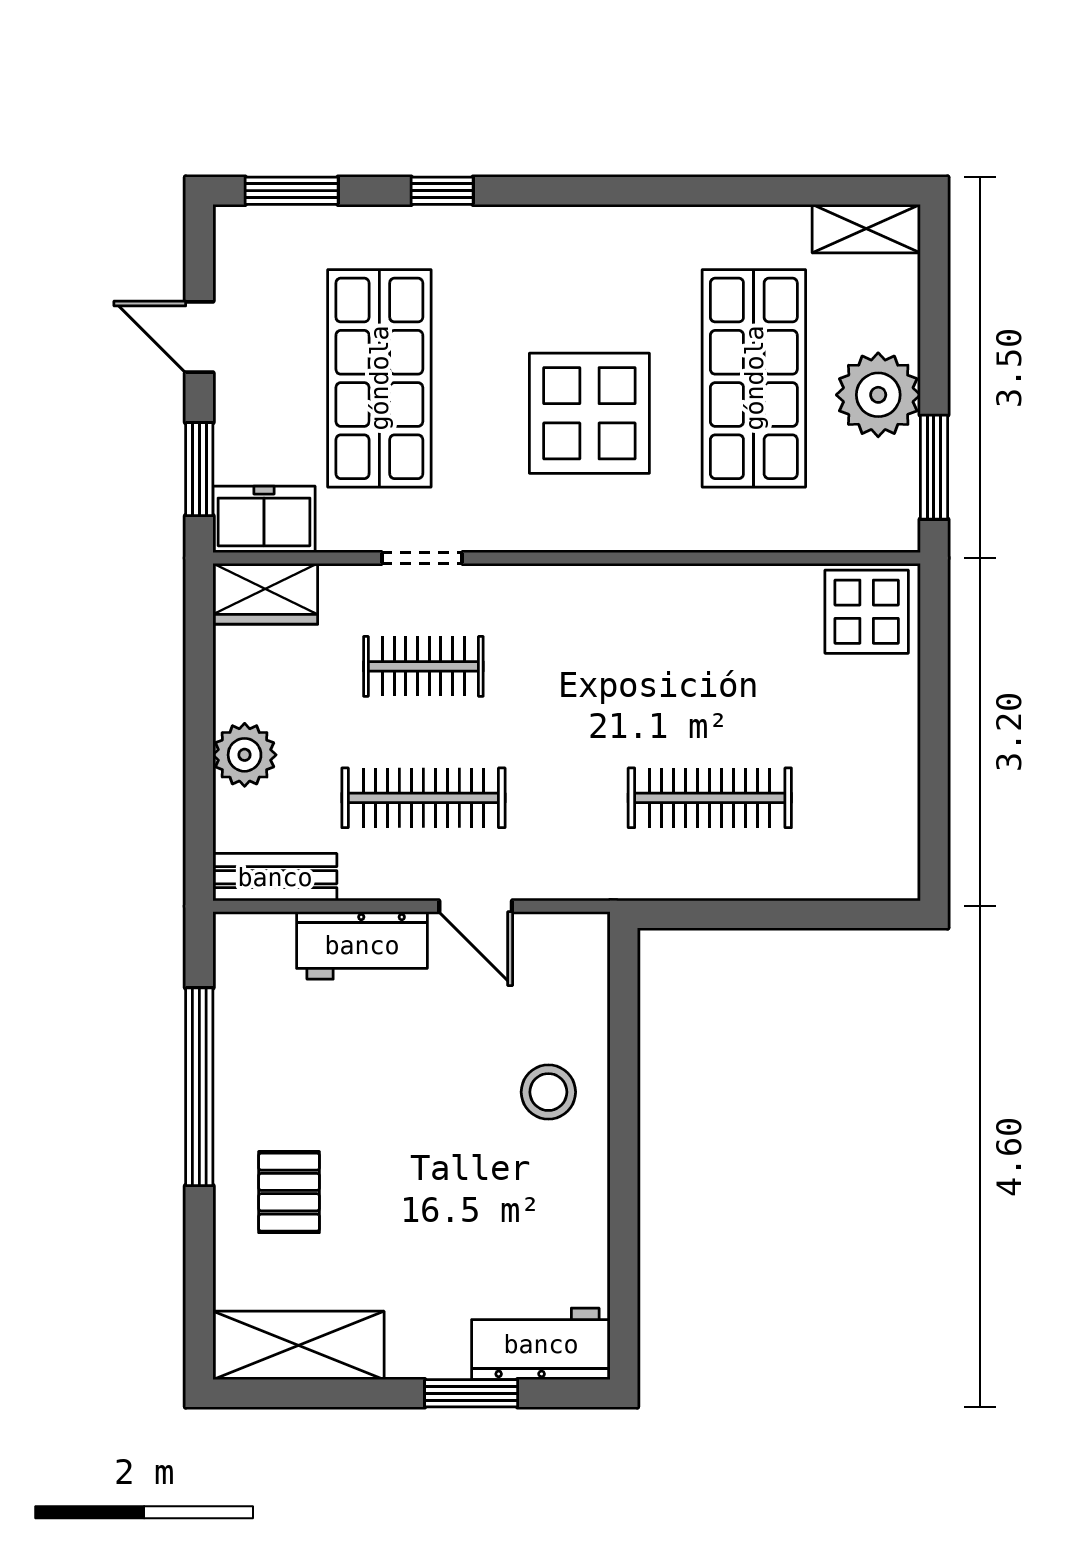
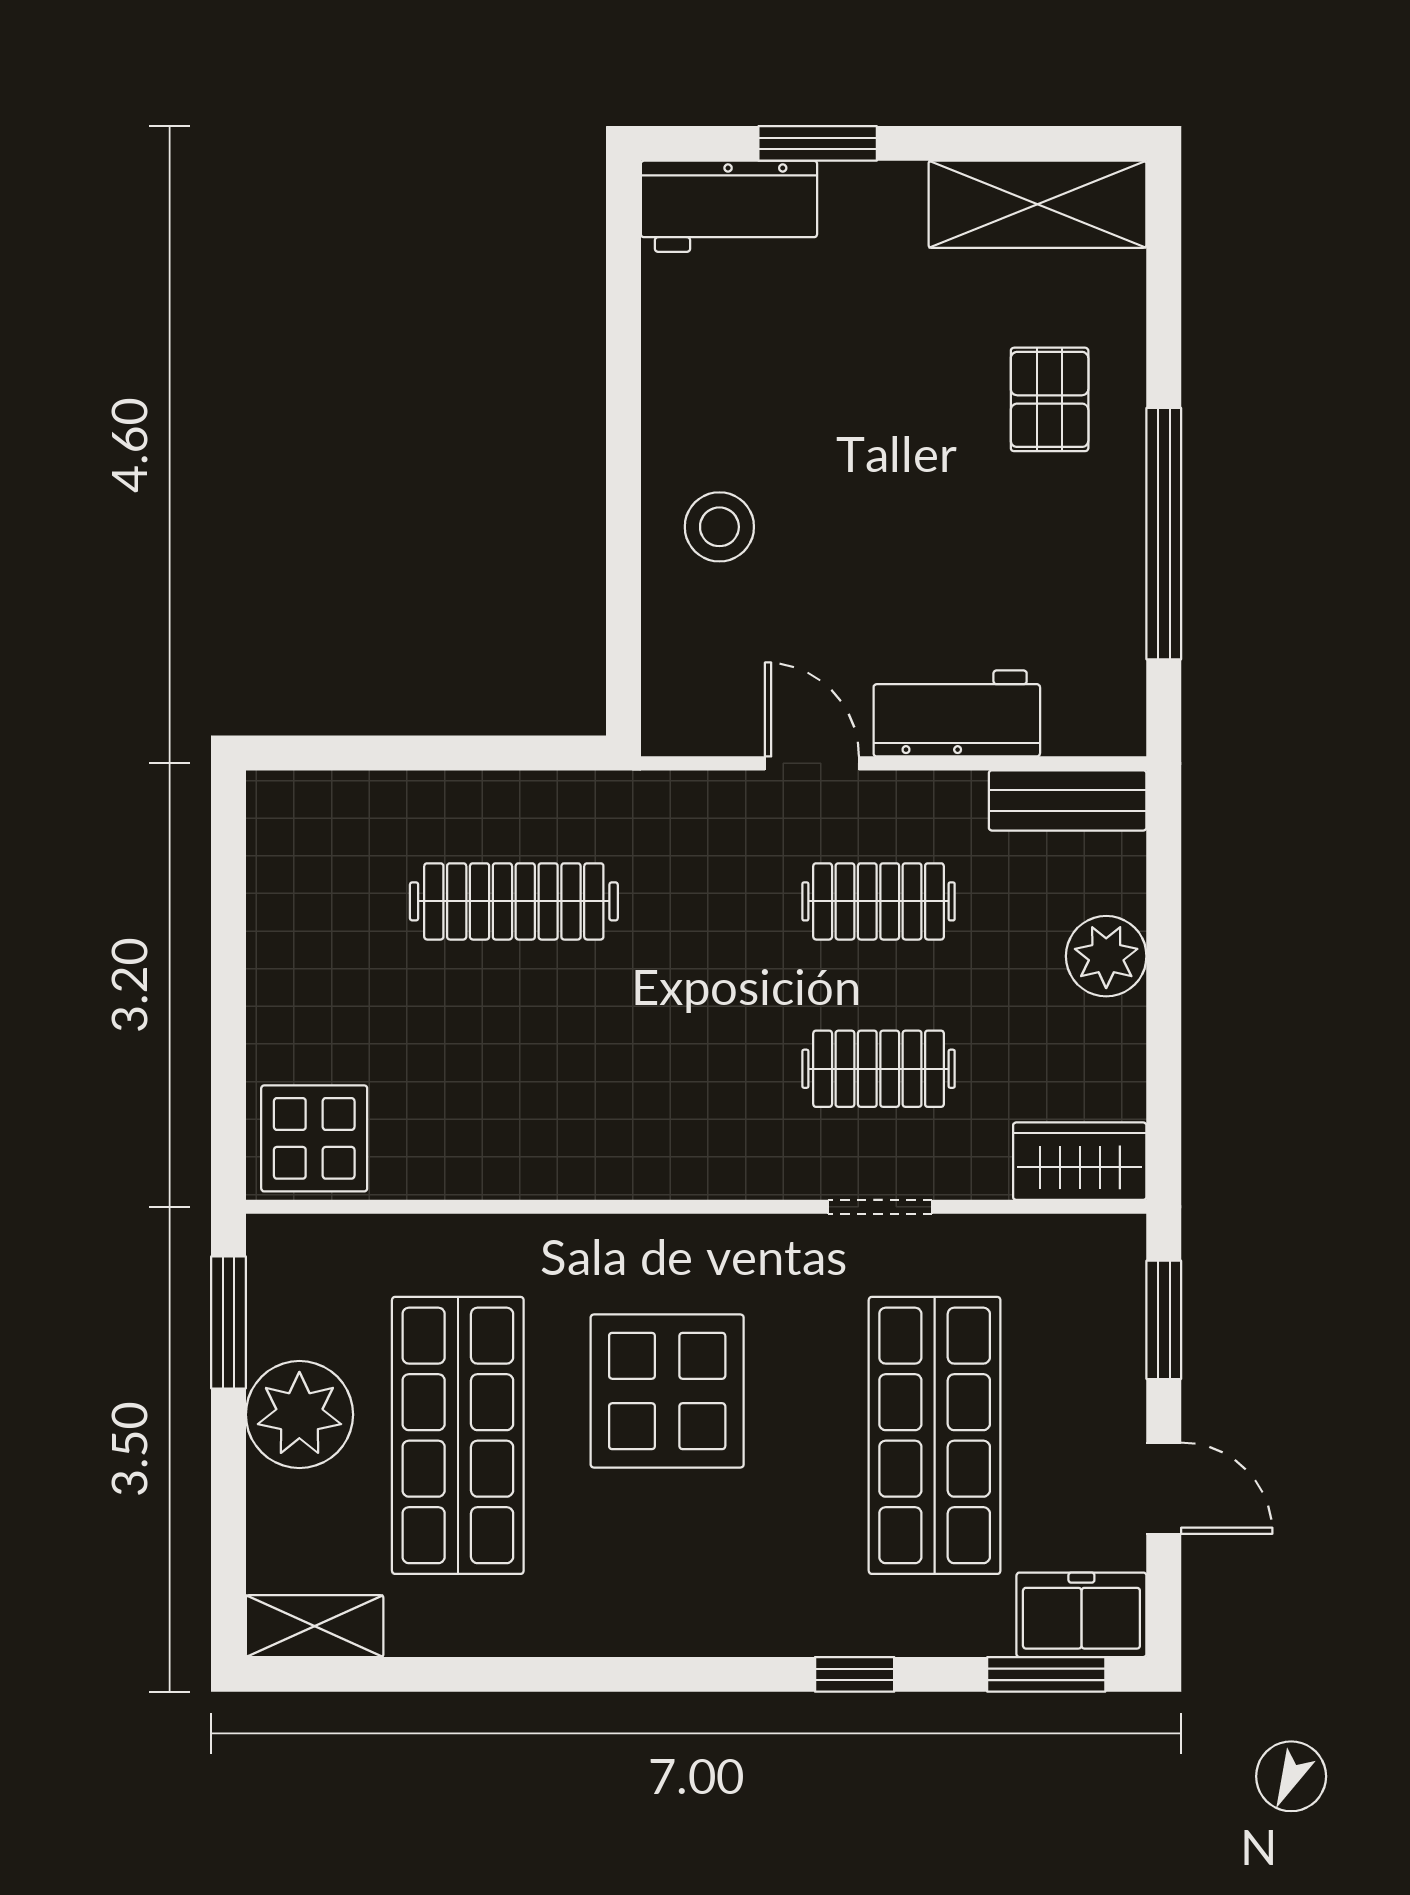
freezer: (264, 519) -> (1081, 1615), moved, turned 180
clothes rail: (423, 798) -> (879, 901), width x0.73

